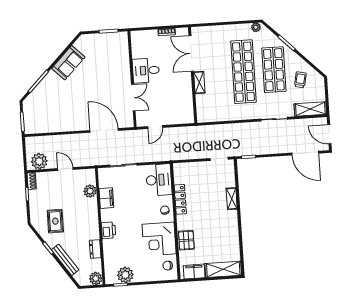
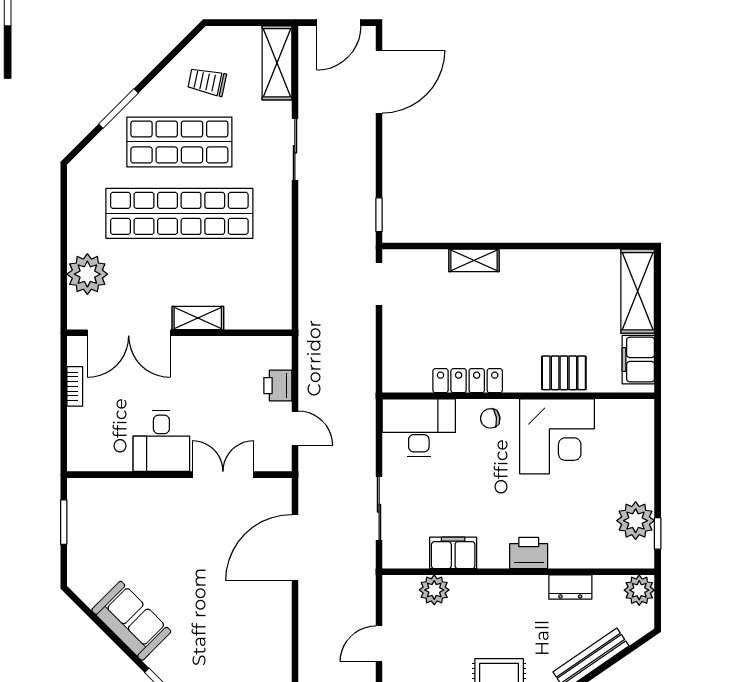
plant: (256, 27) -> (87, 274), moved, width x1.88, depth x1.88
printer: (173, 119) -> (278, 386), added
chair: (168, 266) -> (620, 420), removed

